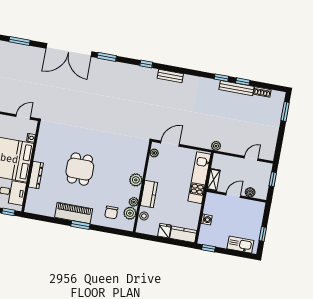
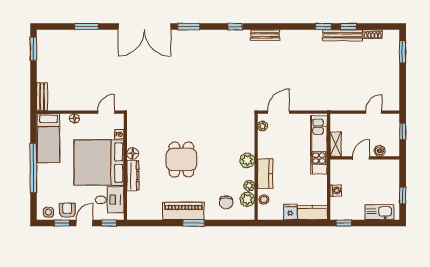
plant: (216, 146) -> (331, 105), removed
floor lamp: (39, 156) -> (133, 153), added

